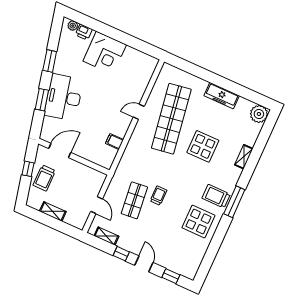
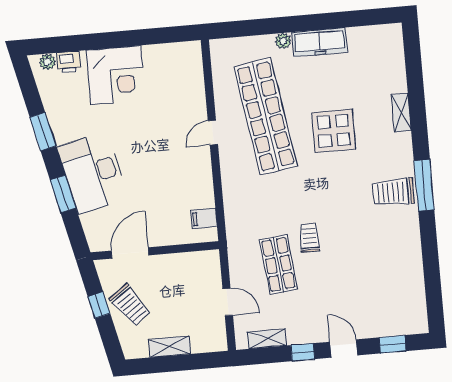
plant: (259, 114) -> (283, 41), moved, width x0.53, depth x0.53
filing cabinet: (114, 141) -> (204, 218), moved
trolley: (44, 178) -> (130, 305), turned -36
display table: (198, 222) -> (388, 243), removed

